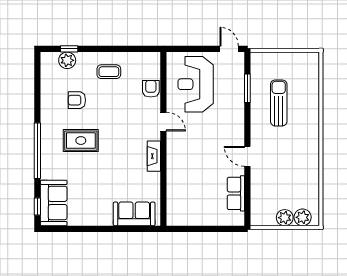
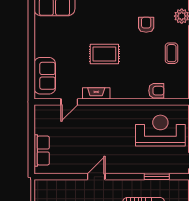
door: (163, 122) -> (69, 102), moved
rug: (81, 141) -> (104, 54), moved, turned 90
row of seats: (236, 193) -> (42, 150), moved, turned 90

